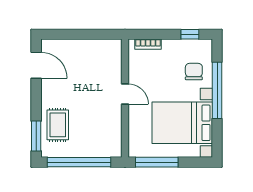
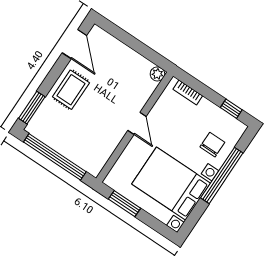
plant: (115, 45) -> (157, 74), added
rug: (58, 125) -> (71, 90), moved
window: (157, 162) -> (125, 204), width x0.69

